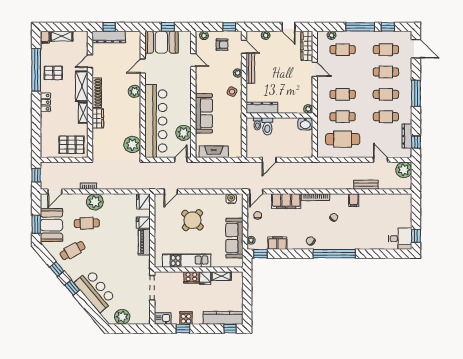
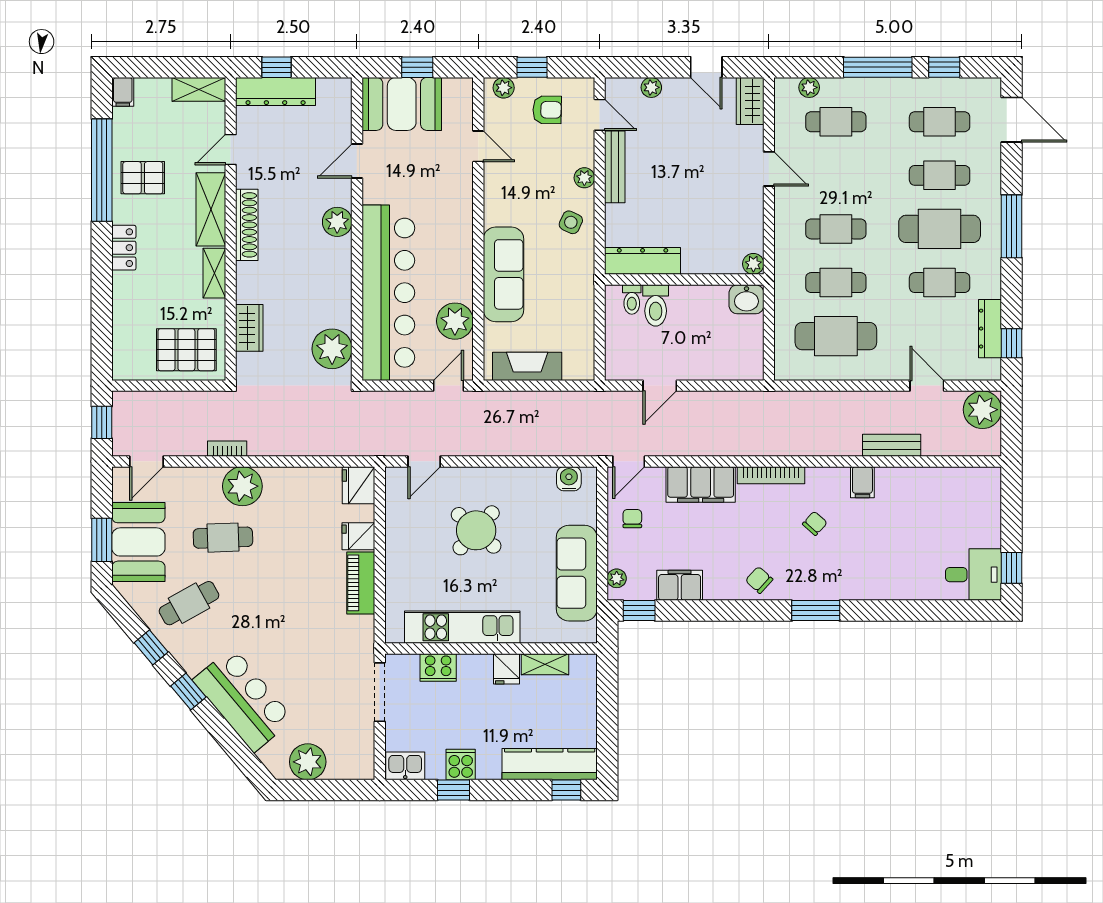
window: (229, 27) -> (532, 67), moved
shelving: (62, 36) -> (199, 89), moved
wardrobe: (307, 46) -> (750, 101), width x0.67
cafe table: (386, 94) -> (940, 229), width x1.37, depth x1.35
wardrobe: (98, 118) -> (249, 328), moved
window: (334, 254) -> (816, 611), width x0.47
cooker: (191, 277) -> (438, 667), moved

